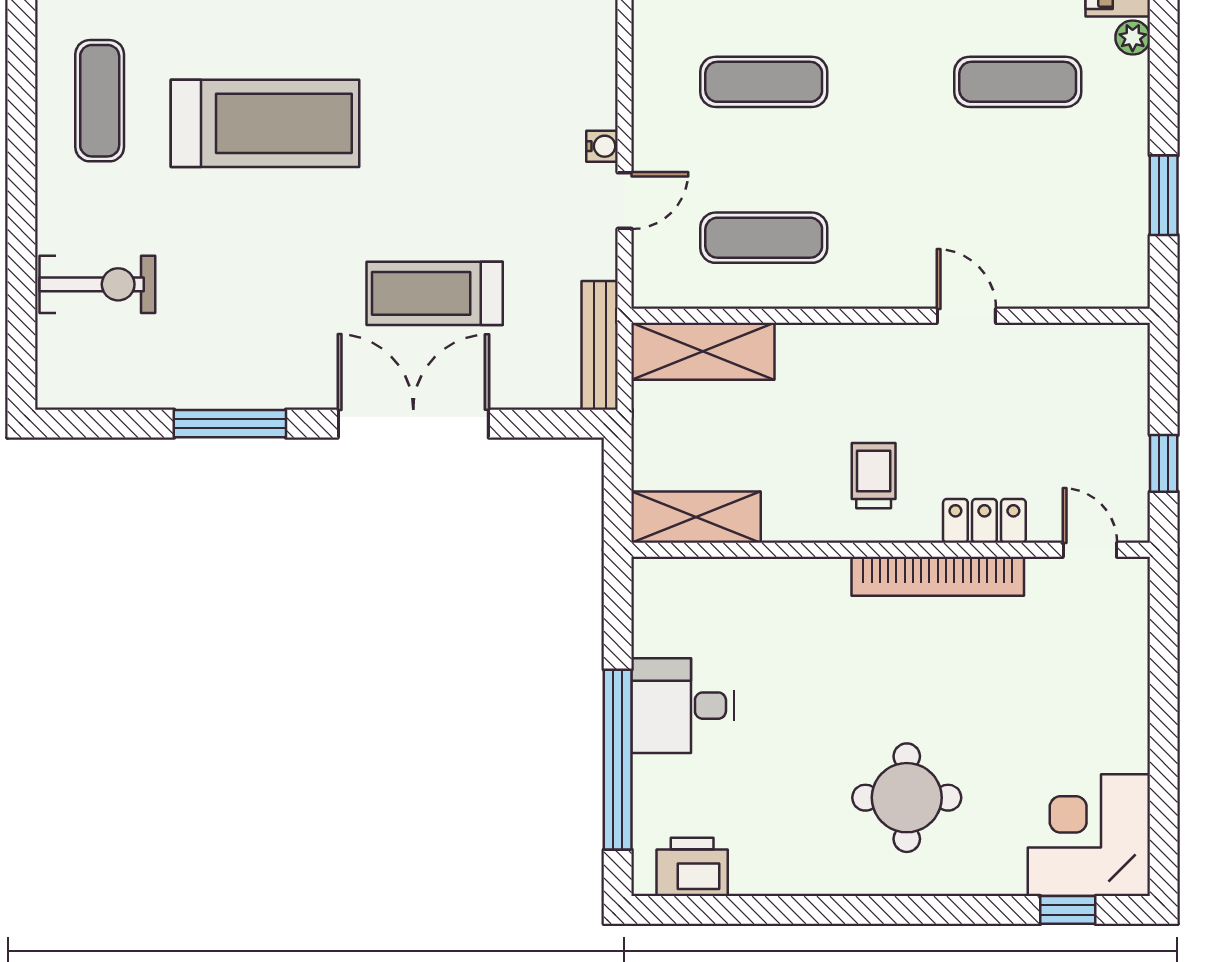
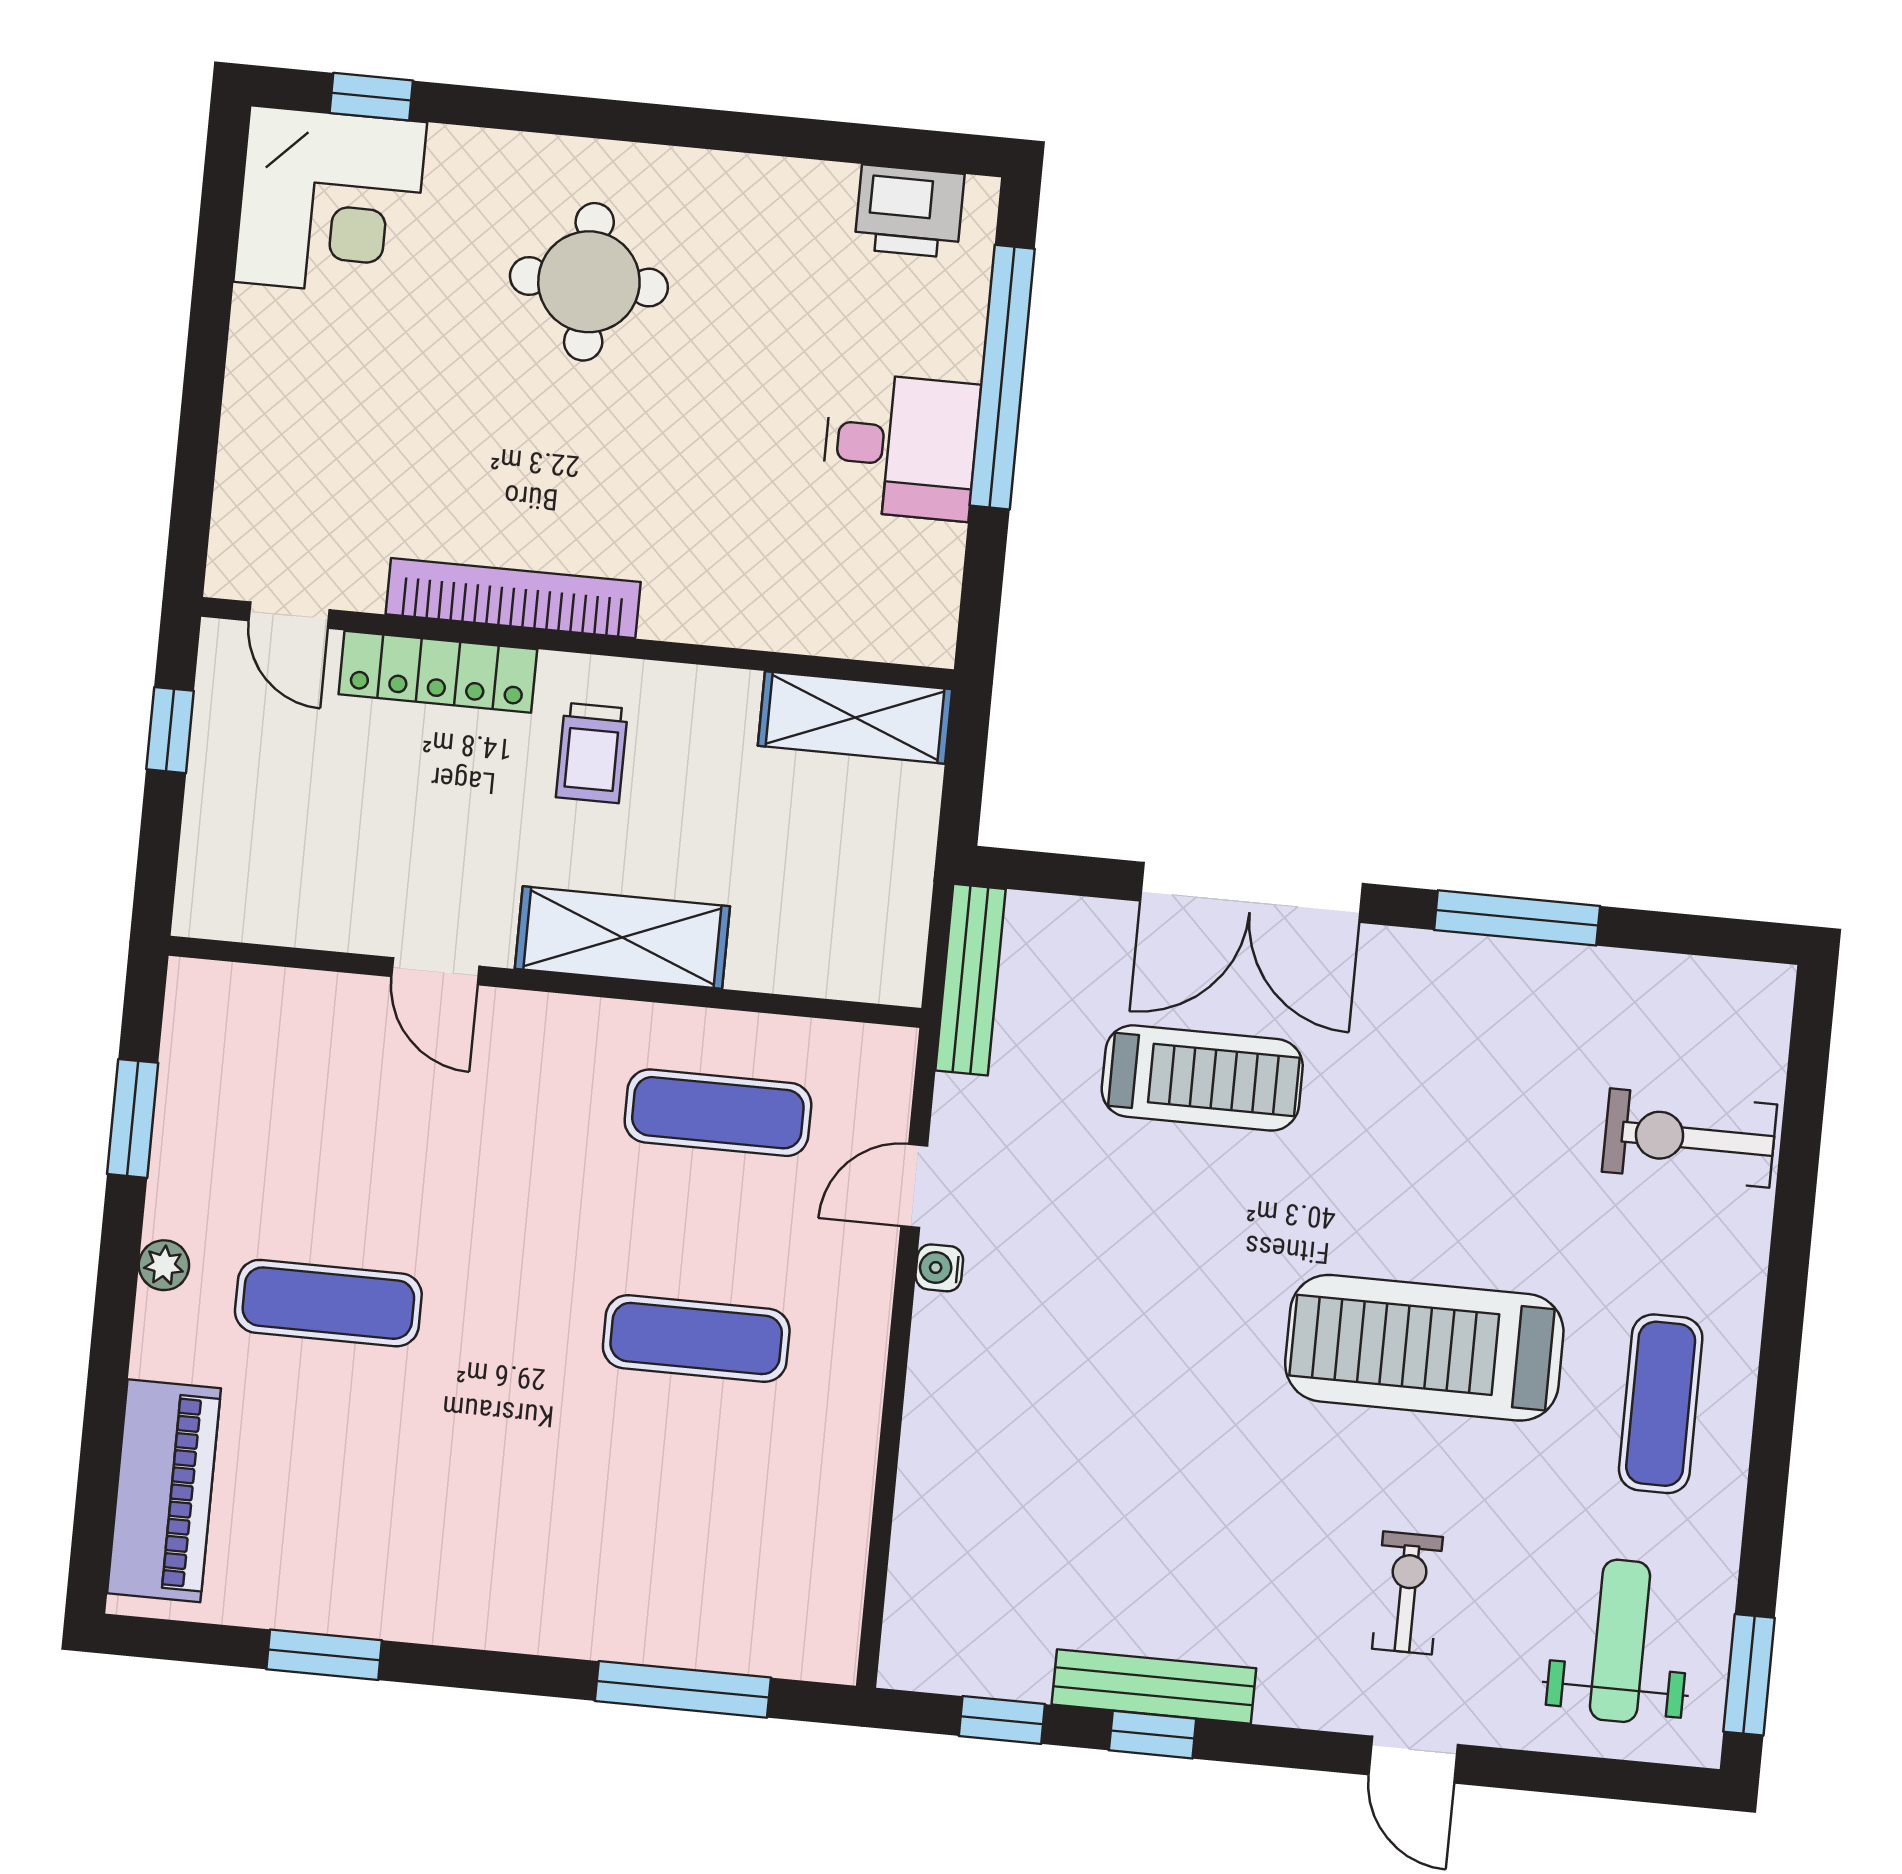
plant: (1133, 37) -> (164, 1265), moved
shelving: (703, 351) -> (622, 937), moved
locker: (984, 521) -> (438, 672), width x1.53

